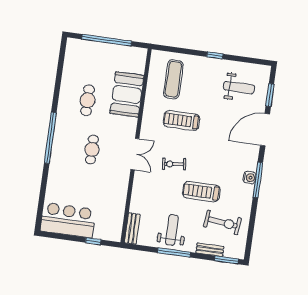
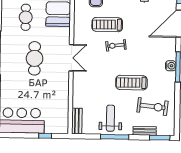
cafe table: (92, 149) -> (35, 58), width x1.37, depth x1.35
exercise bike: (174, 164) -> (116, 45), moved

